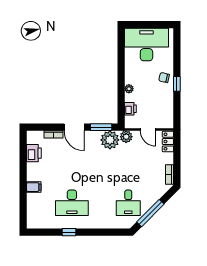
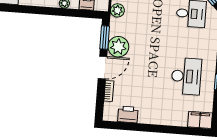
plant: (110, 140) -> (118, 47), moved
filing cabinet: (34, 187) -> (200, 120), moved, width x2.00

